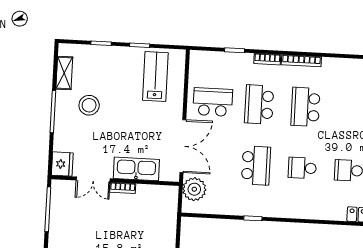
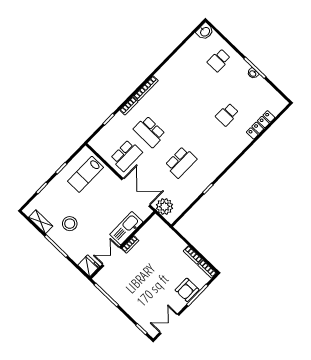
lab bench: (155, 76) -> (85, 174), turned -90
school desk: (213, 102) -> (126, 155), turned 180
school desk: (305, 107) -> (173, 108), removed
school desk: (256, 166) -> (181, 162), turned 90
school desk: (302, 168) -> (204, 138), removed
double door: (93, 179) -> (112, 256), swing flipped

